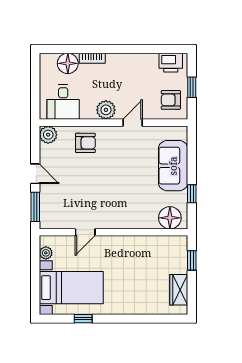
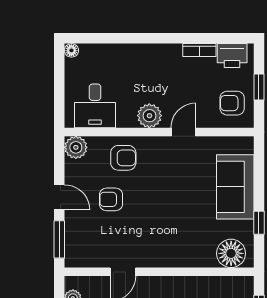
bookcase: (92, 58) -> (199, 50), moved
floor lamp: (68, 63) -> (71, 50), moved, width x0.53, depth x0.53
armchair: (76, 175) -> (111, 199), added

